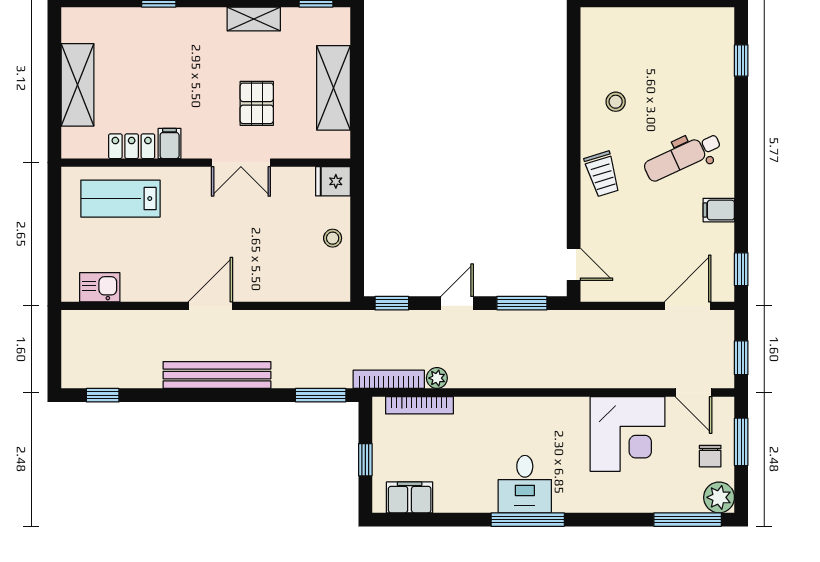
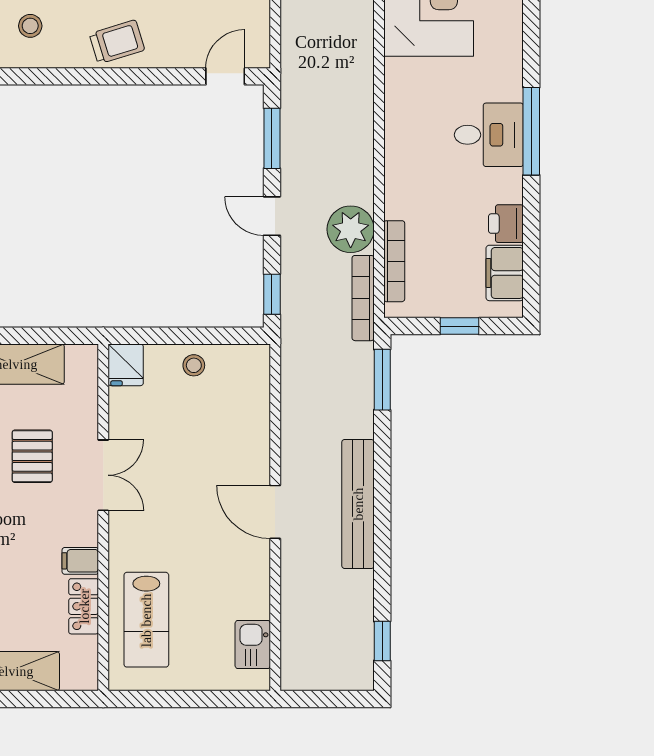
pallet: (257, 103) -> (32, 456), turned 90
plant: (437, 378) -> (351, 229), width x1.88, depth x1.88
printer: (451, 498) -> (506, 224), added

